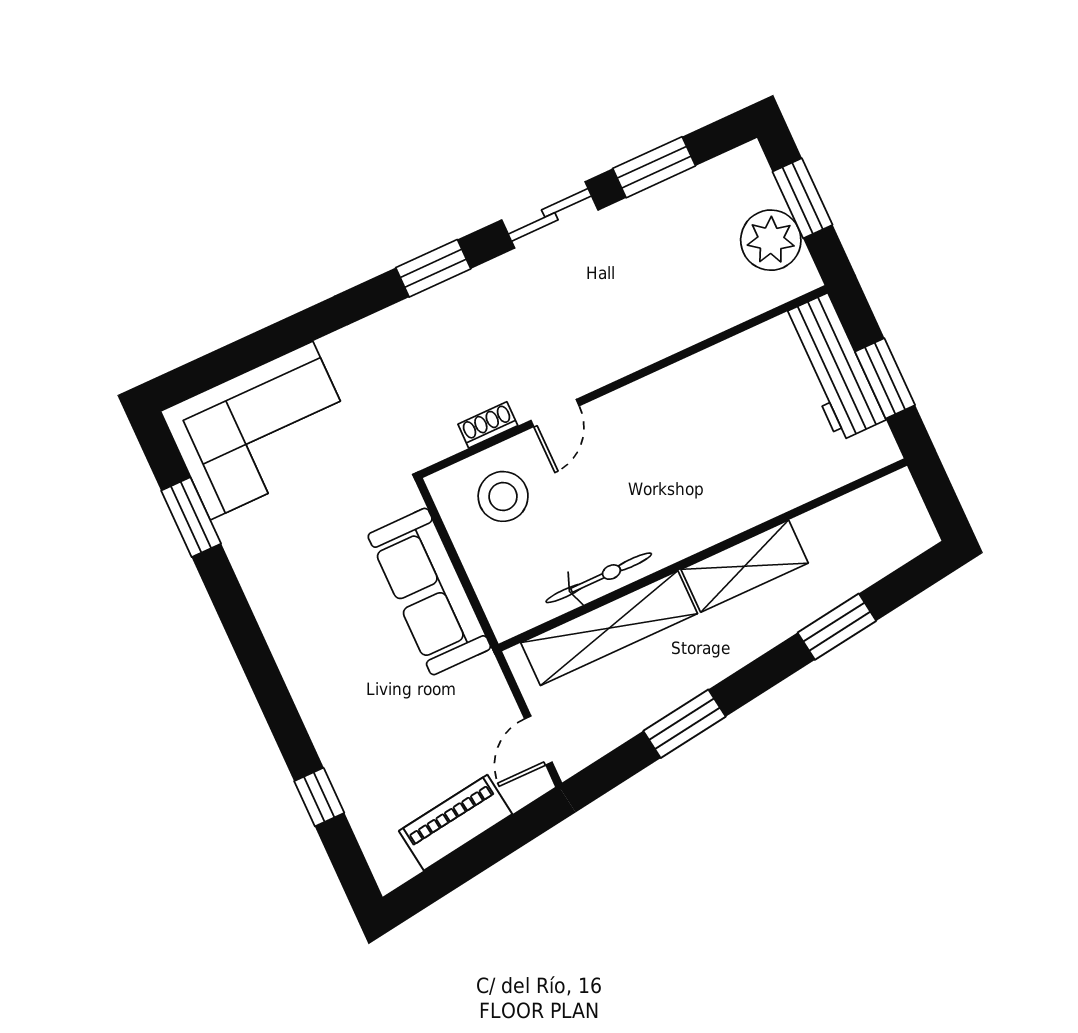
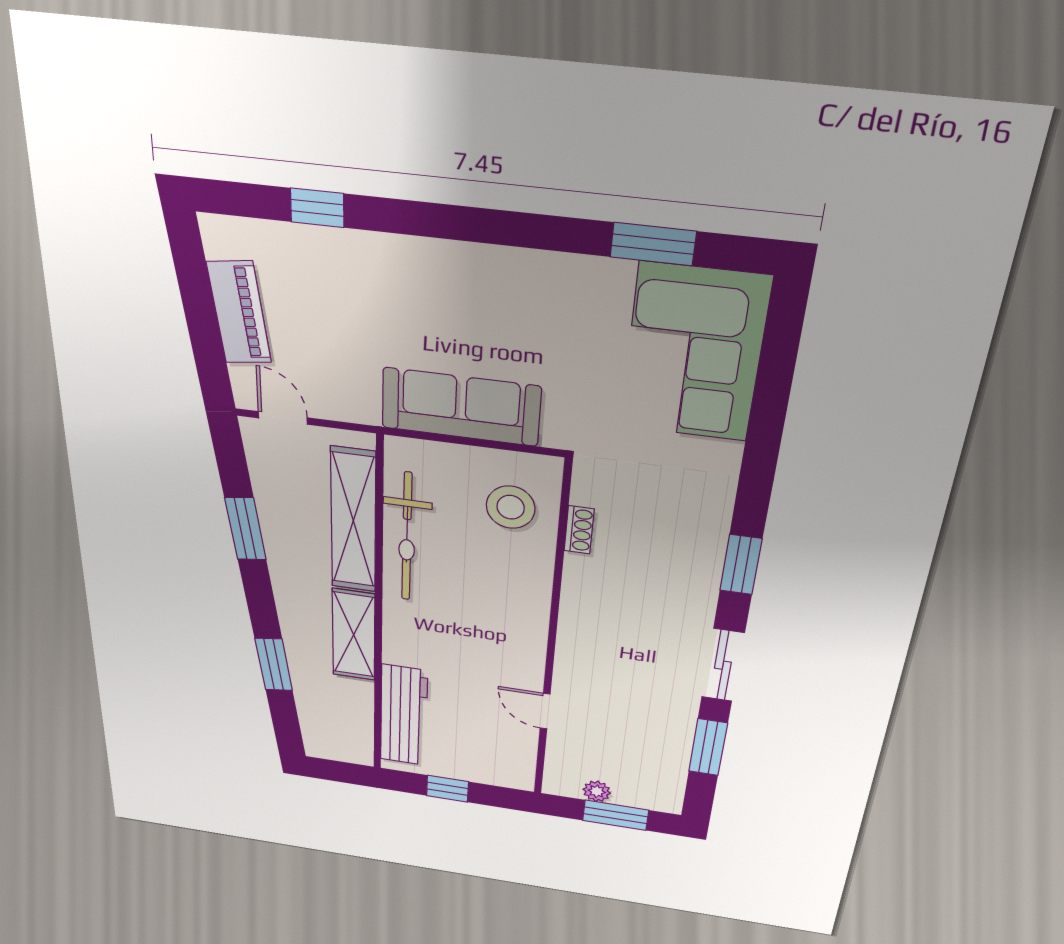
plant: (771, 240) -> (597, 791), width x0.53, depth x0.53
workbench: (833, 367) -> (404, 716), moved, turned 90
window: (885, 378) -> (447, 789), width x0.67
door: (555, 413) -> (545, 711), moved
bicycle: (599, 578) -> (407, 537), width x1.37, depth x1.40

